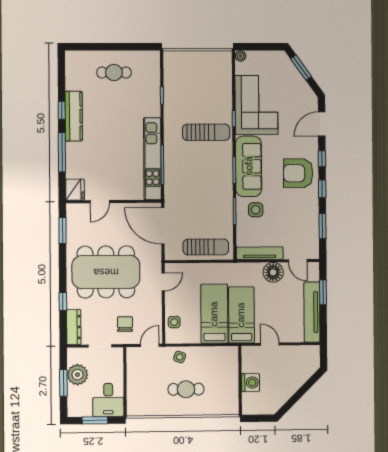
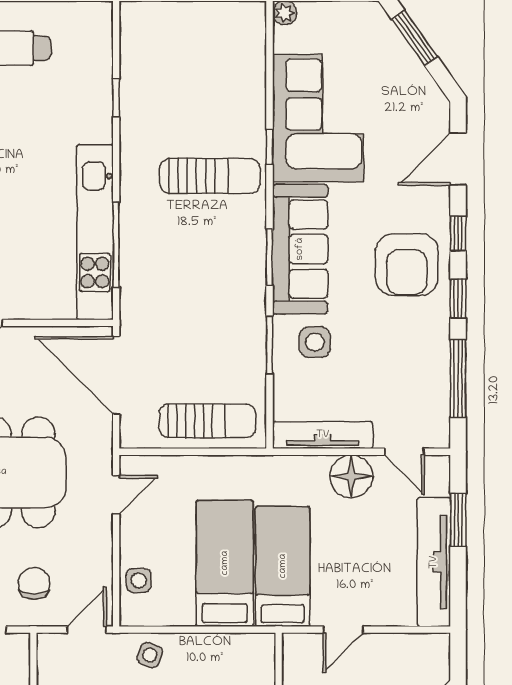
armchair: (298, 173) -> (407, 265), turned -91
window: (322, 226) -> (458, 378), width x1.44
door: (270, 344) -> (343, 630), swing flipped

